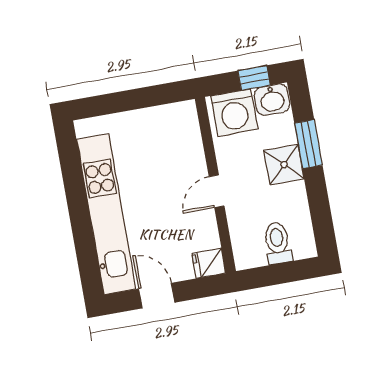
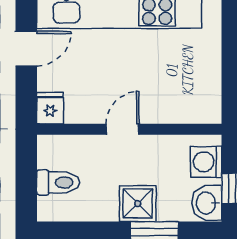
washing machine: (234, 113) -> (206, 162), width x0.73, depth x0.73
door: (217, 191) -> (123, 129), hinge flipped

